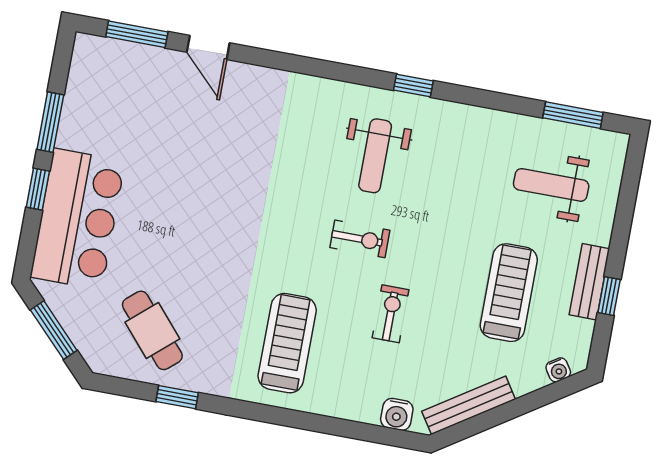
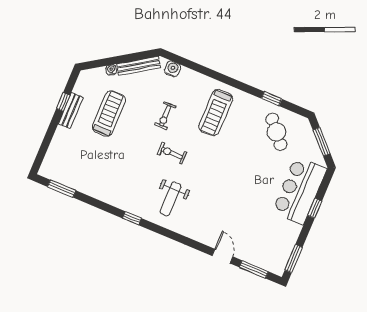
window: (50, 122) -> (294, 259), moved
weight bench: (375, 156) -> (171, 199), moved, turned 180
weight bench: (551, 185) -> (79, 159), removed
treadmill: (509, 293) -> (109, 114), turned 180
water cooler: (558, 370) -> (111, 70), moved

